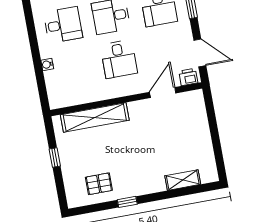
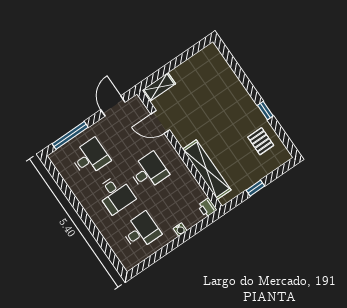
desk: (63, 25) -> (141, 231), turned 90
printer: (188, 77) -> (207, 208), moved
shelving: (183, 180) -> (159, 87), moved, turned 90

